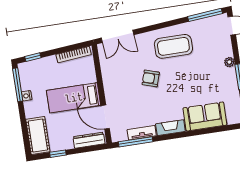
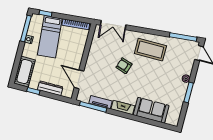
bed: (74, 98) -> (50, 37), moved, turned -95
dresser: (89, 140) -> (50, 88), moved

